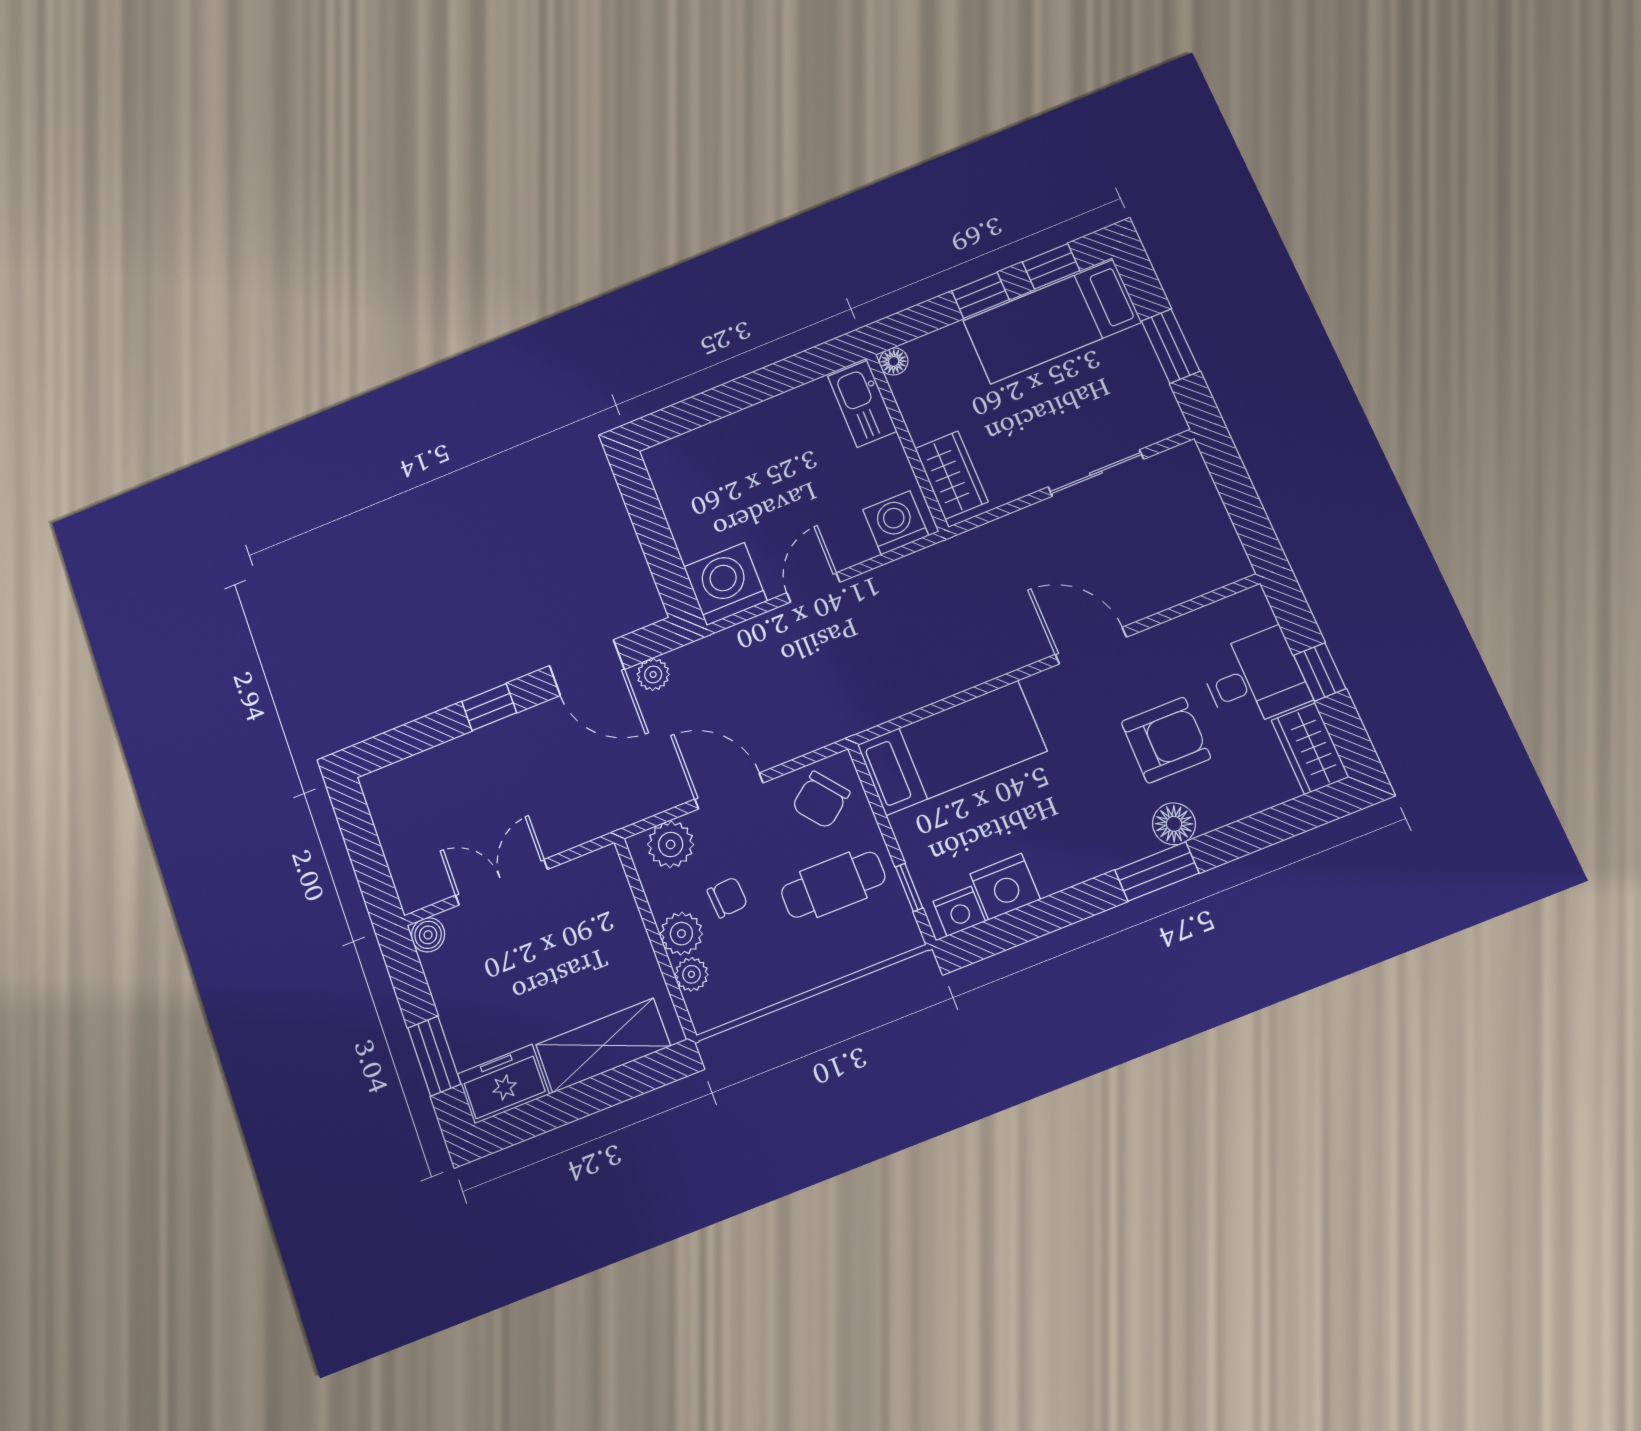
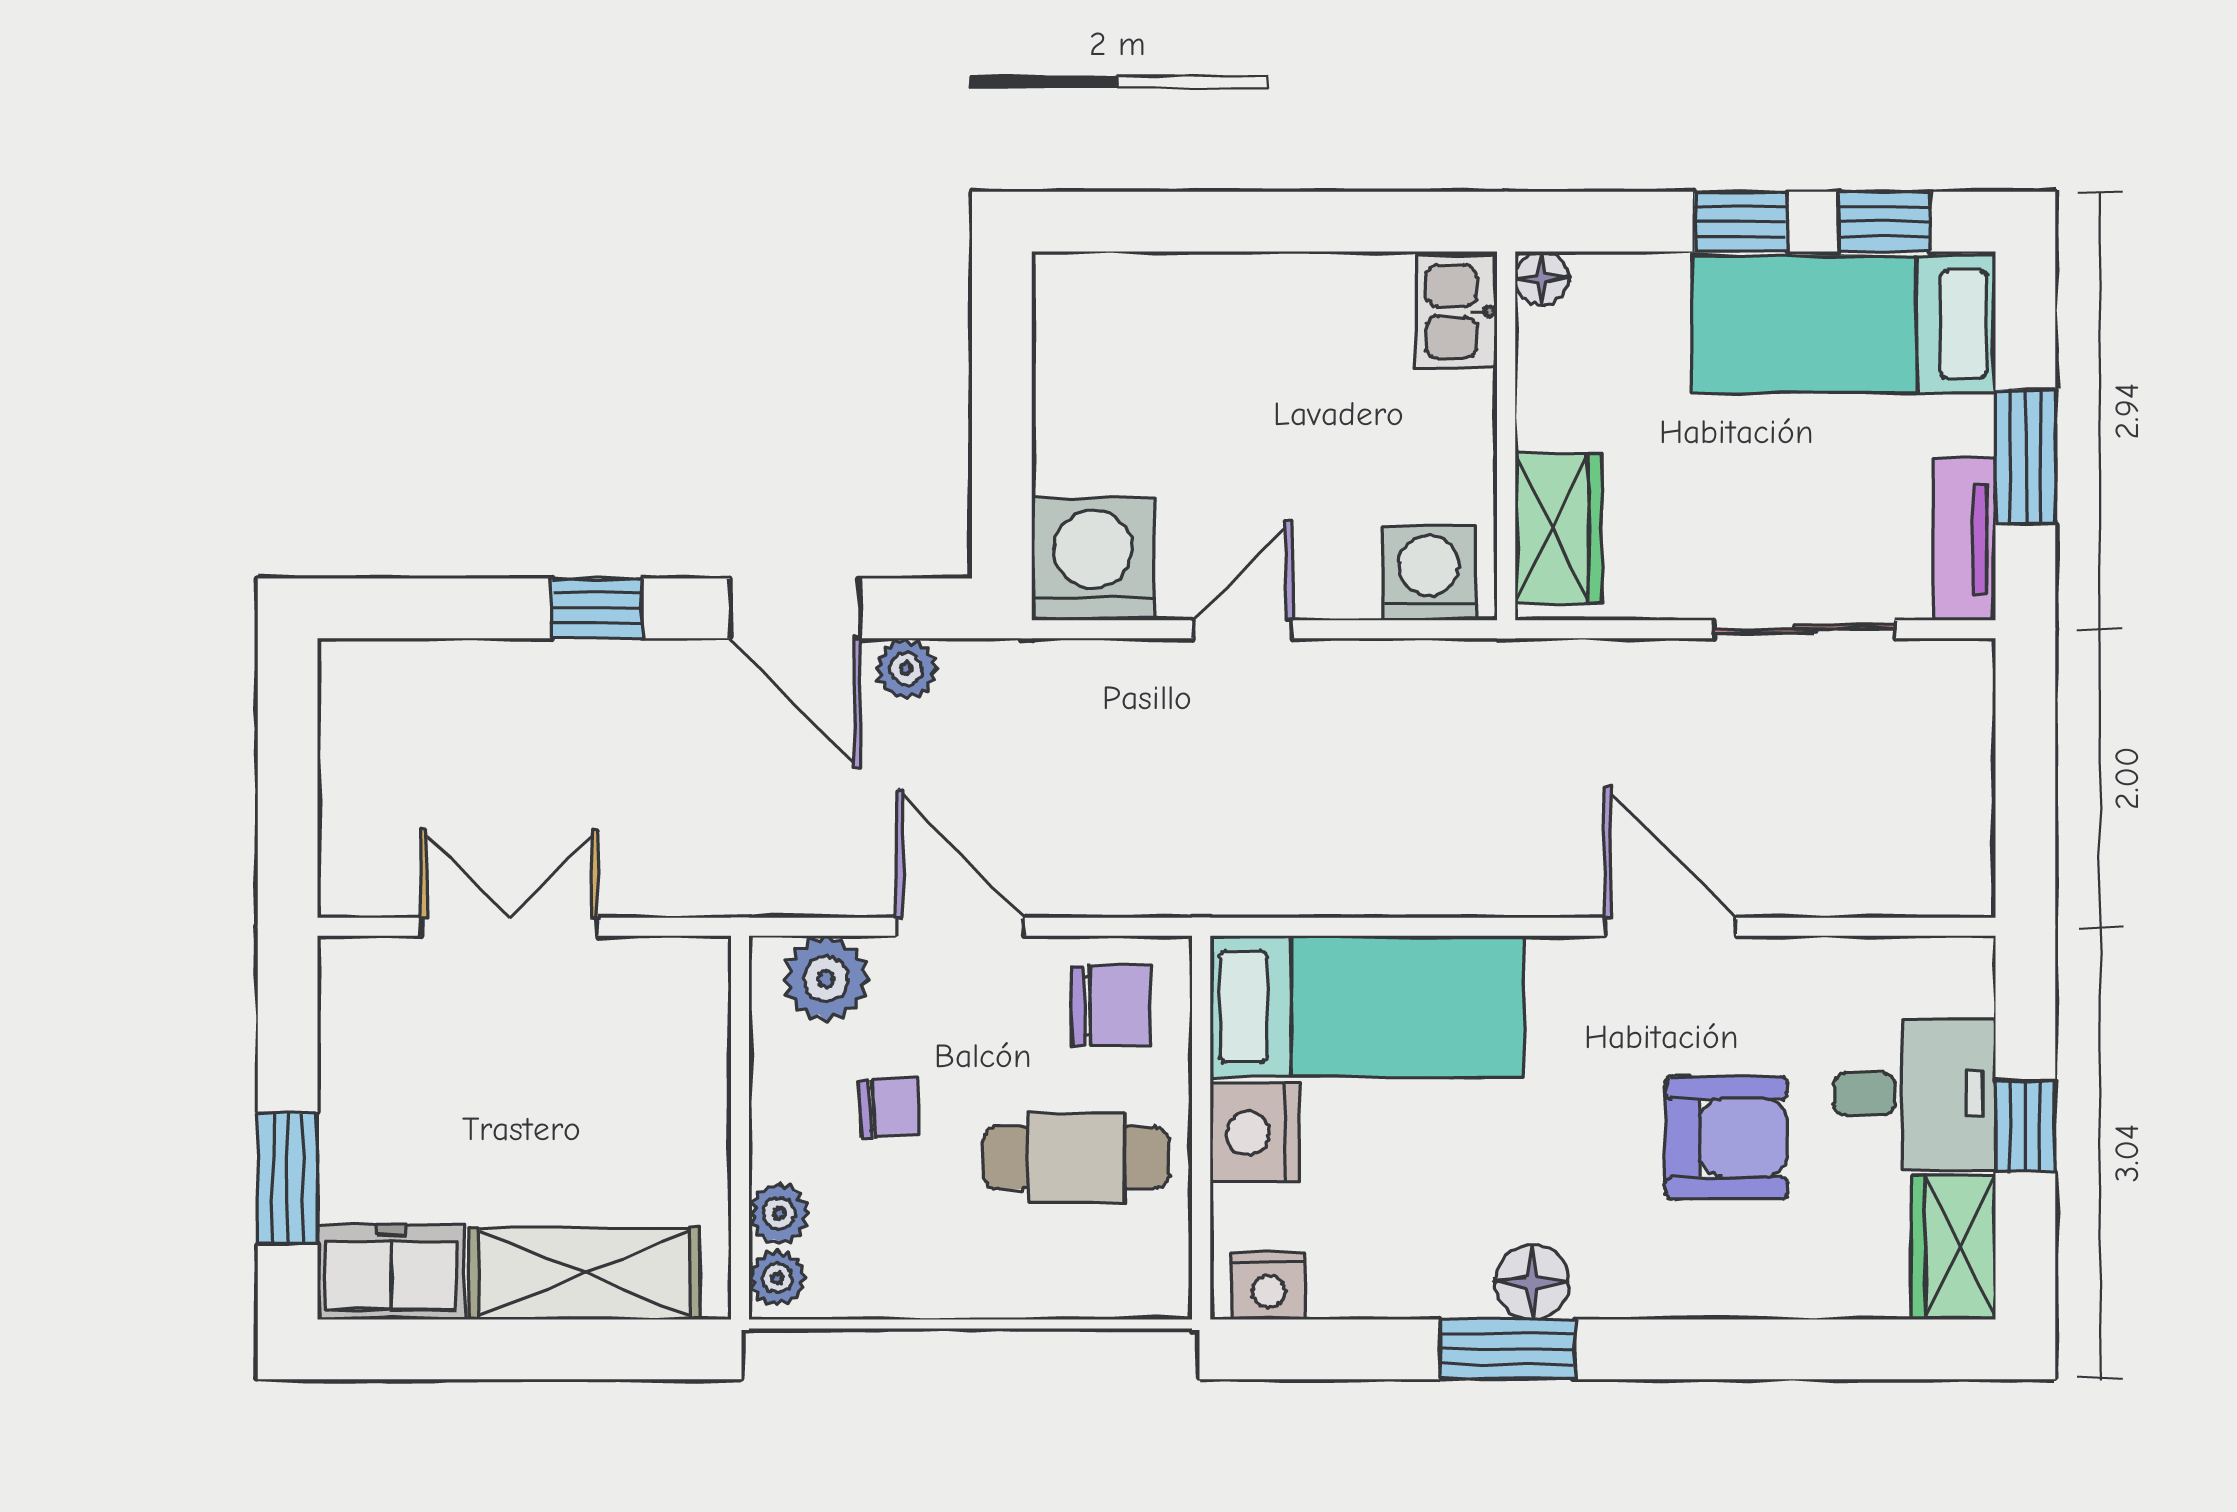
tv unit: (1158, 397) -> (1965, 539), added
kitchen sink: (862, 404) -> (1457, 312), width x0.73
chair: (821, 800) -> (1111, 1006), turned -142
floor lamp: (1174, 824) -> (1532, 1282), moved
window: (1157, 872) -> (1508, 1349), moved
nightstand: (1005, 887) -> (1255, 1133), moved, turned 90
window: (909, 888) -> (1201, 1213), removed
plant: (681, 934) -> (777, 1278), moved, width x0.73, depth x0.73
boiler: (428, 935) -> (349, 967), removed

